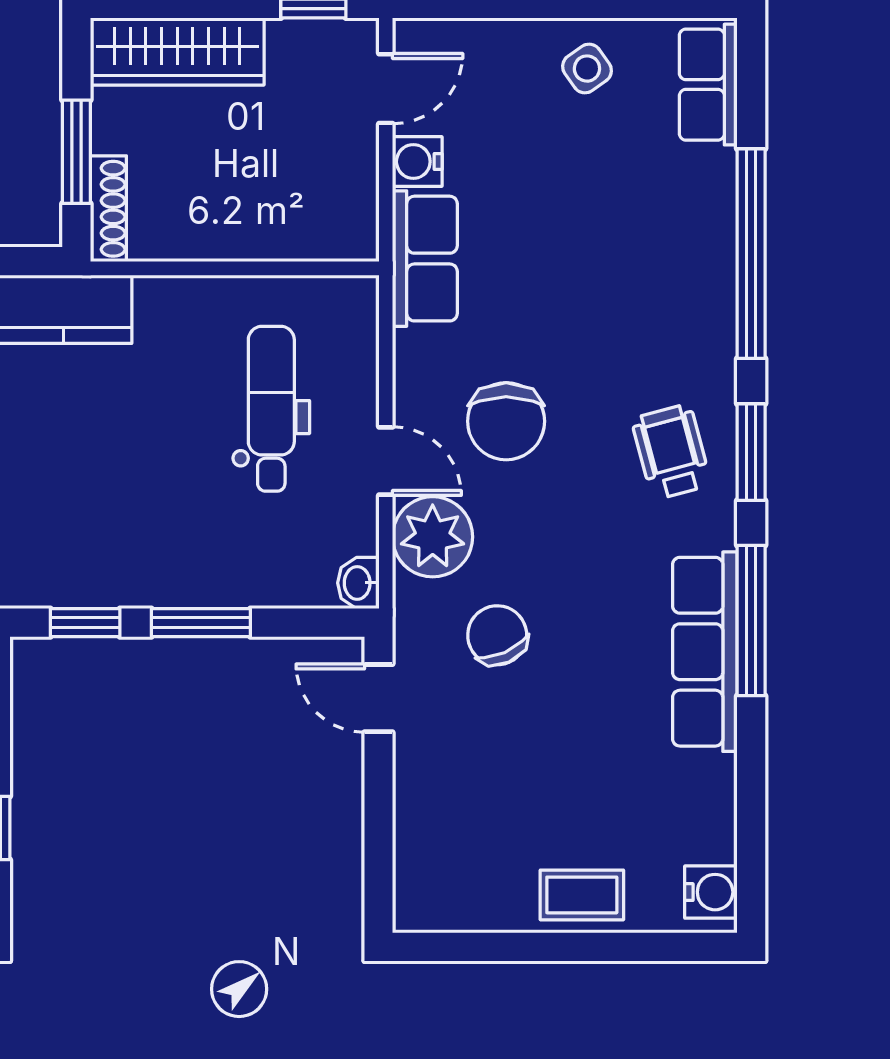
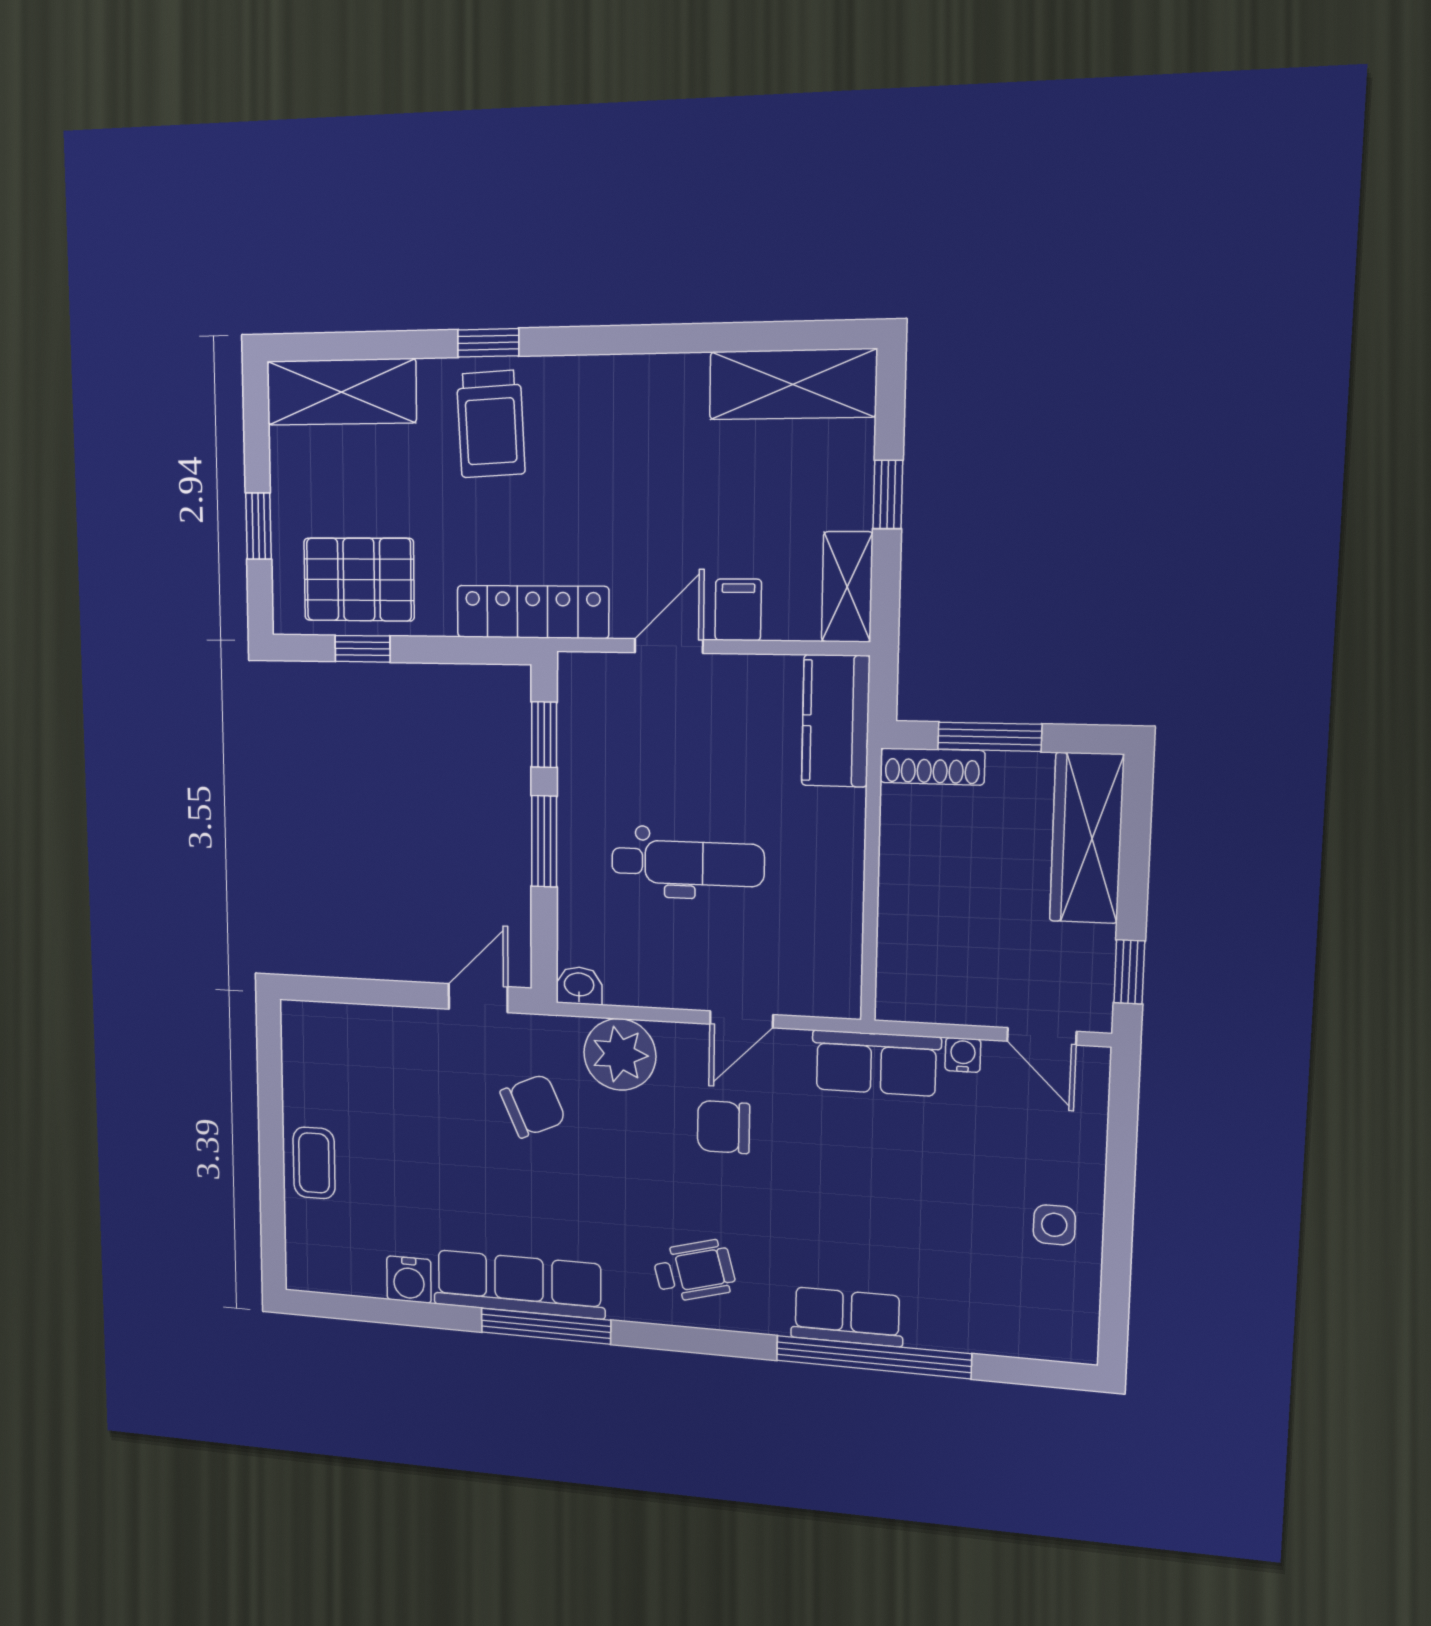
side table: (587, 69) -> (1054, 1225), turned 35
row of seats: (708, 85) -> (847, 1317), moved
water cooler: (417, 162) -> (963, 1055), width x0.72, depth x0.72
dental chair: (271, 409) -> (688, 863), moved
chair: (506, 421) -> (723, 1127), width x0.73, depth x0.73
window: (751, 452) -> (693, 1340), removed
door: (386, 461) -> (741, 1019), moved
water cooler: (711, 892) -> (409, 1280), moved

